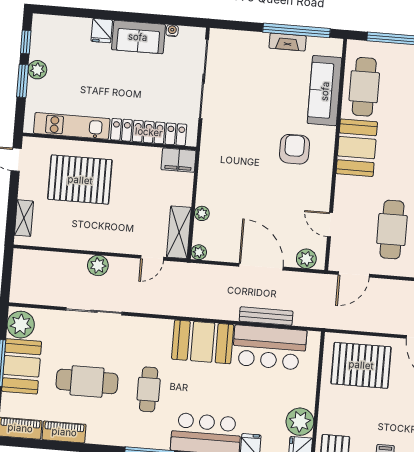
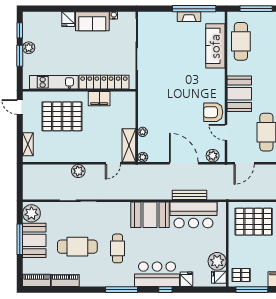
booth: (357, 148) -> (239, 94), moved
armchair: (295, 149) -> (213, 112), moved, turned -90
filing cabinet: (178, 160) -> (99, 99), moved

